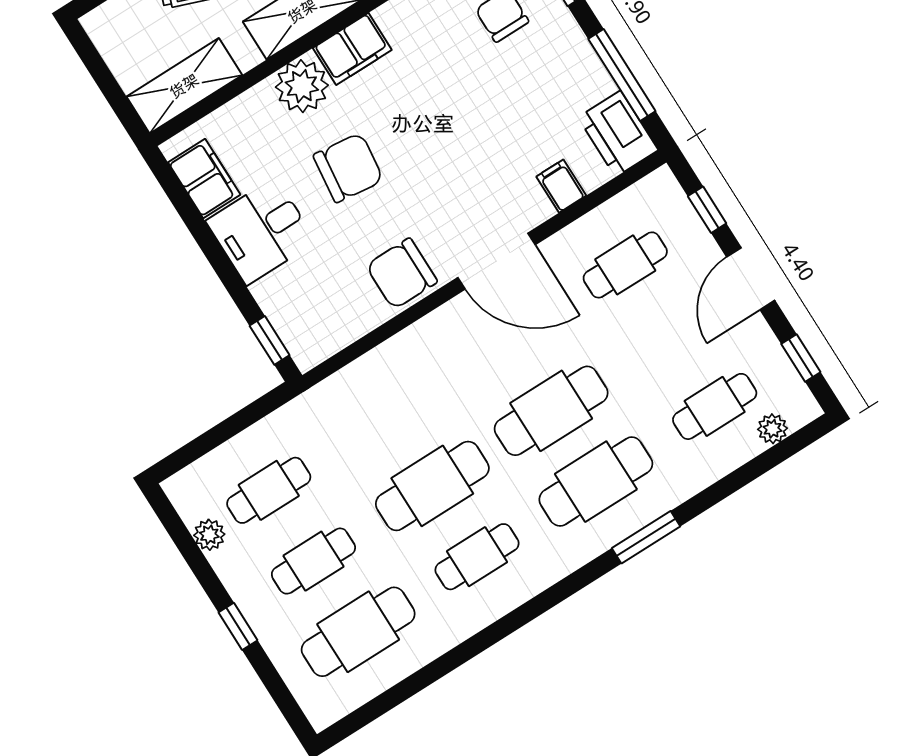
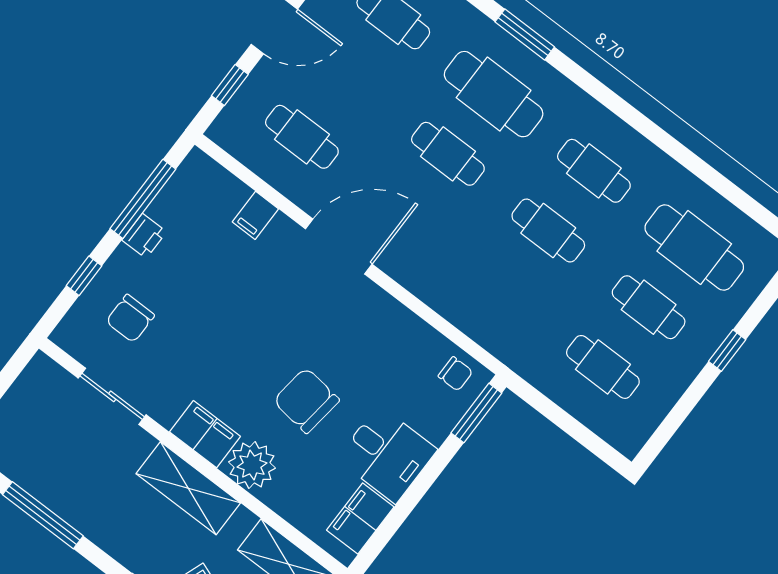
printer: (618, 134) -> (144, 236), moved, width x0.53, depth x0.68
door: (496, 261) -> (339, 246), hinge flipped
chair: (402, 274) -> (455, 374), moved, width x0.54, depth x0.54
window: (270, 340) -> (476, 413), width x1.50
cafe table: (551, 411) -> (448, 154), width x0.73, depth x0.74
cafe table: (432, 486) -> (548, 231), width x0.73, depth x0.74
plant: (209, 535) -> (659, 403), removed

